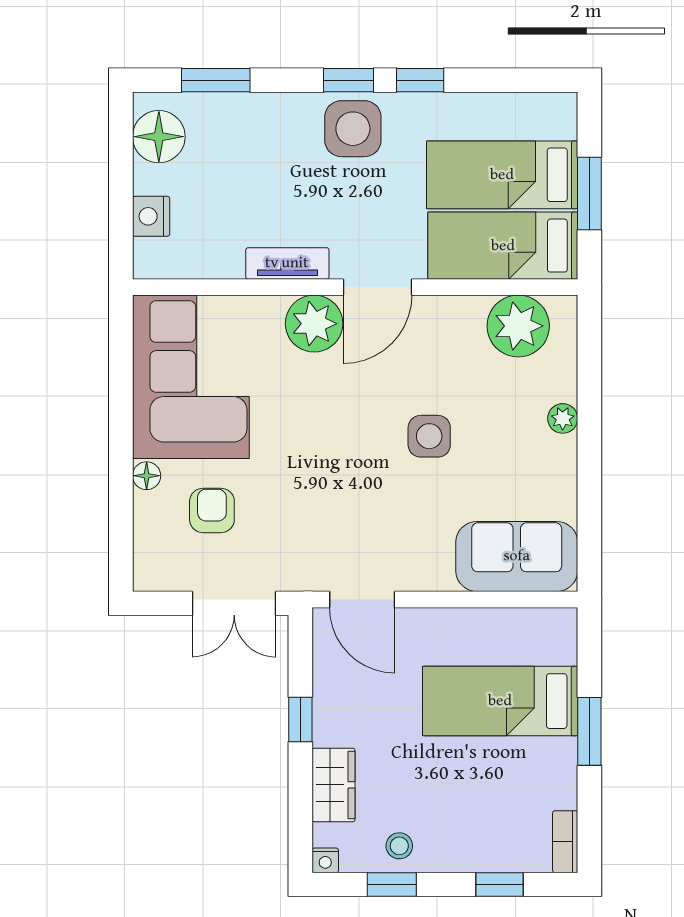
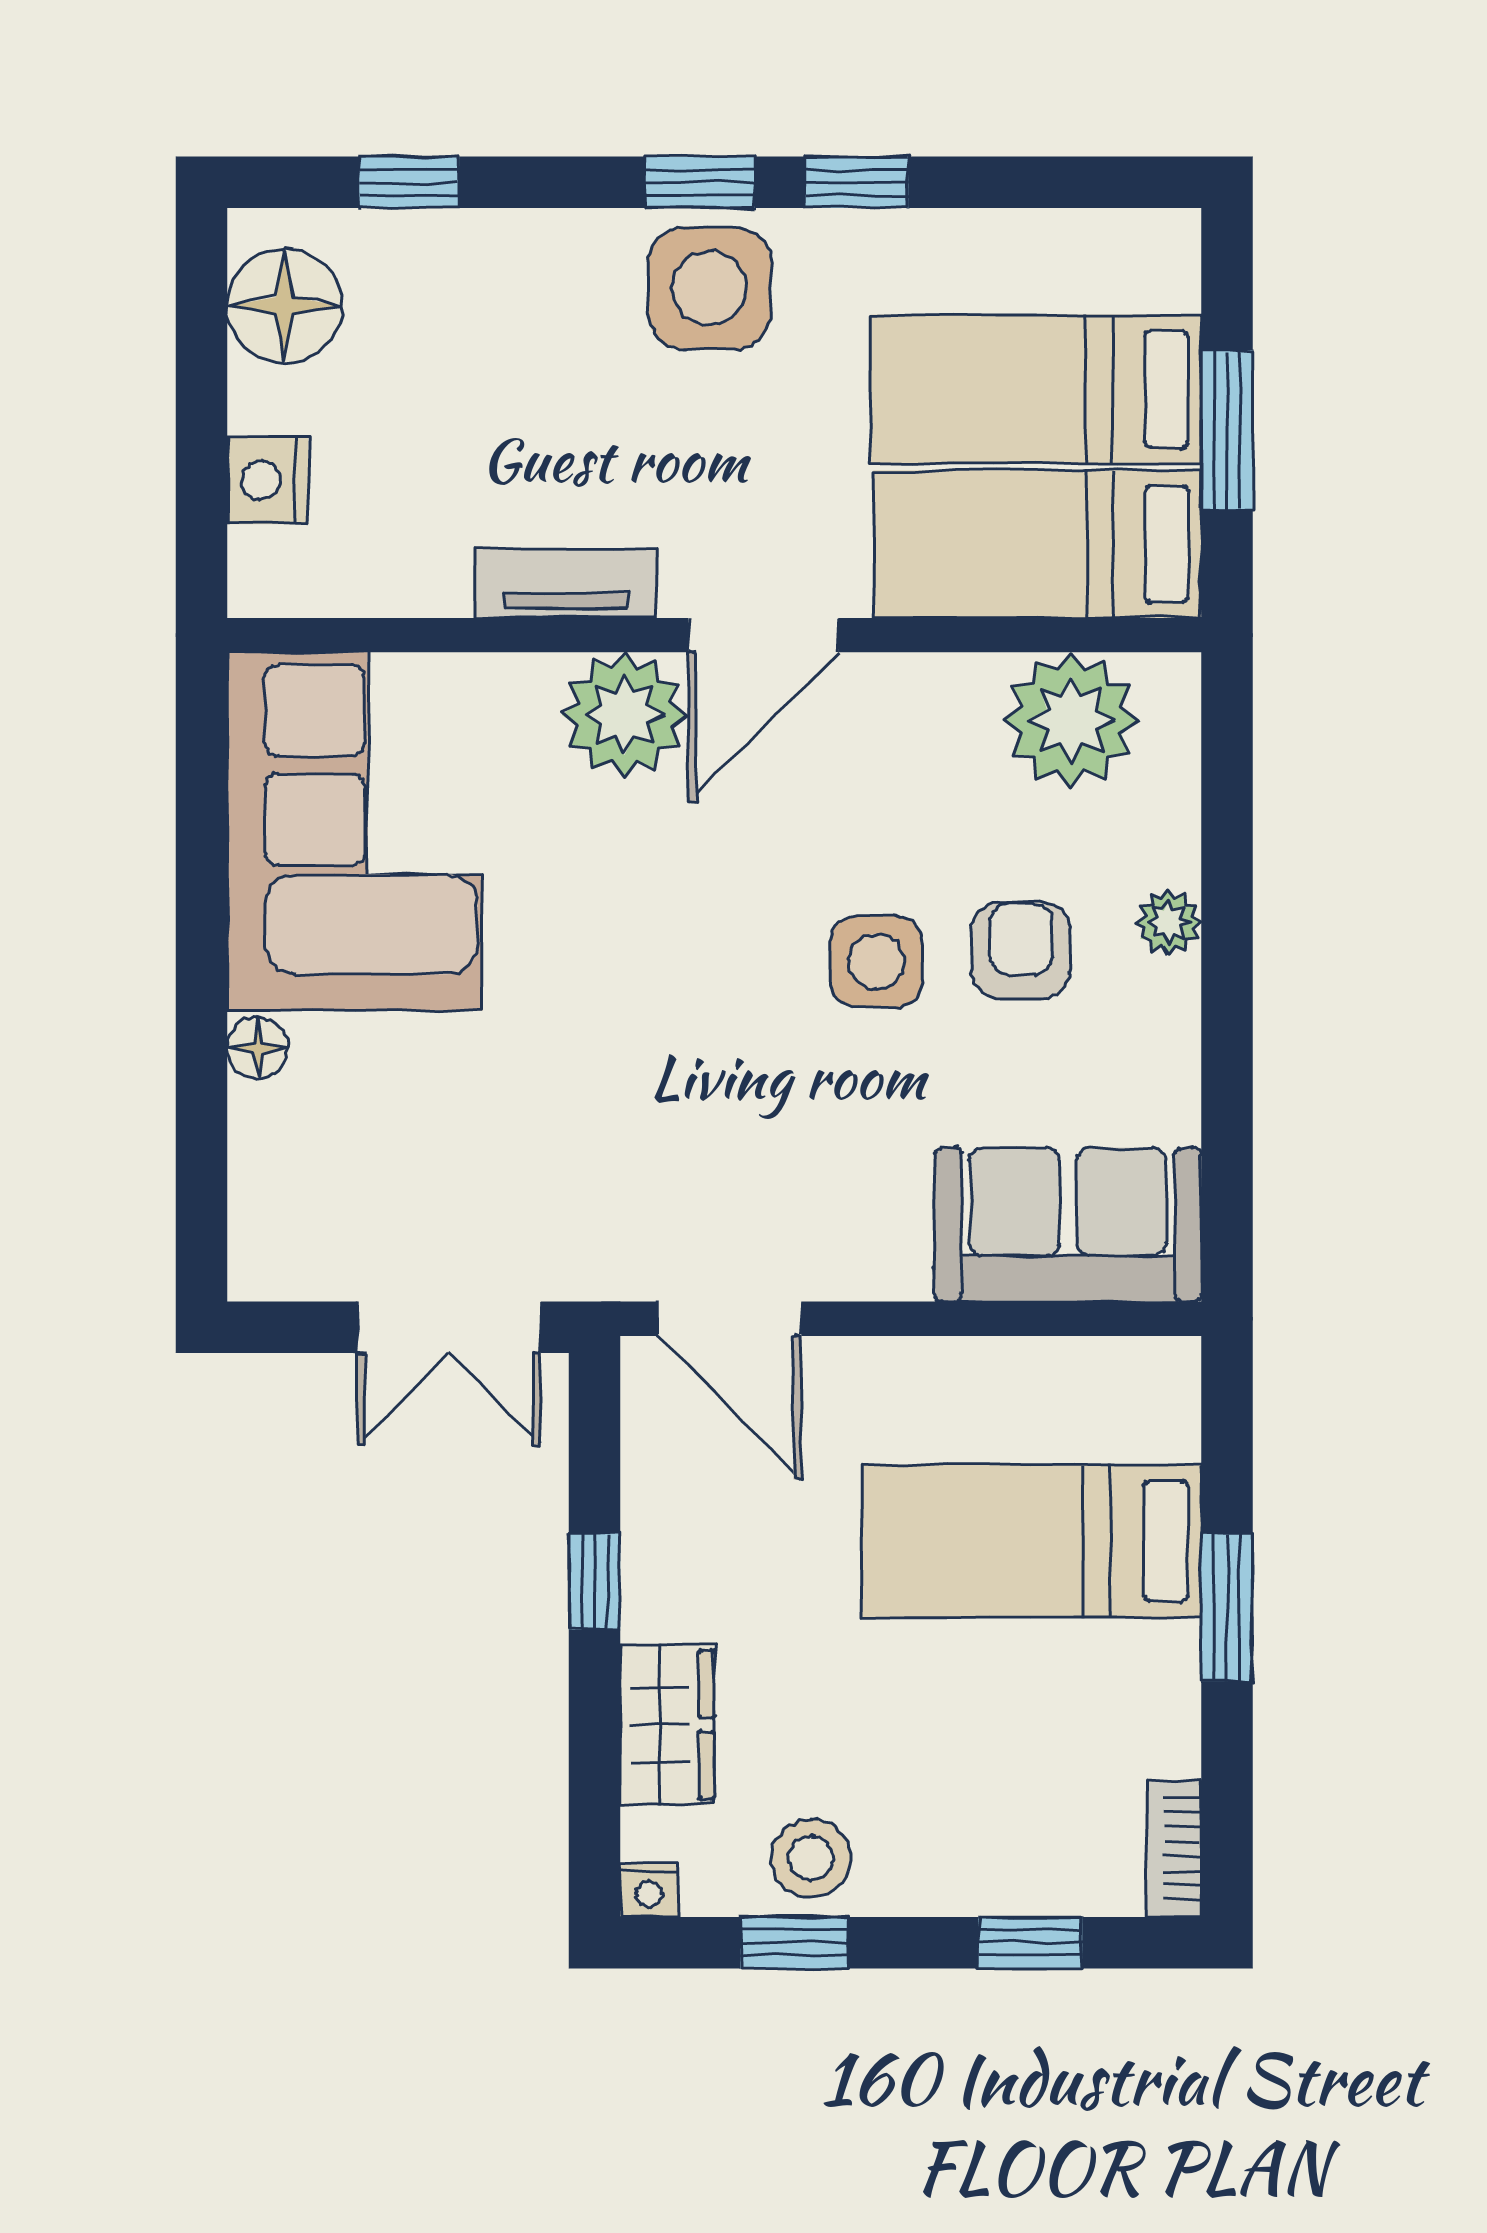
window: (216, 80) -> (409, 182), width x0.67
armchair: (212, 510) -> (1021, 950), moved
stool: (399, 846) -> (811, 1858), width x1.37, depth x1.37

